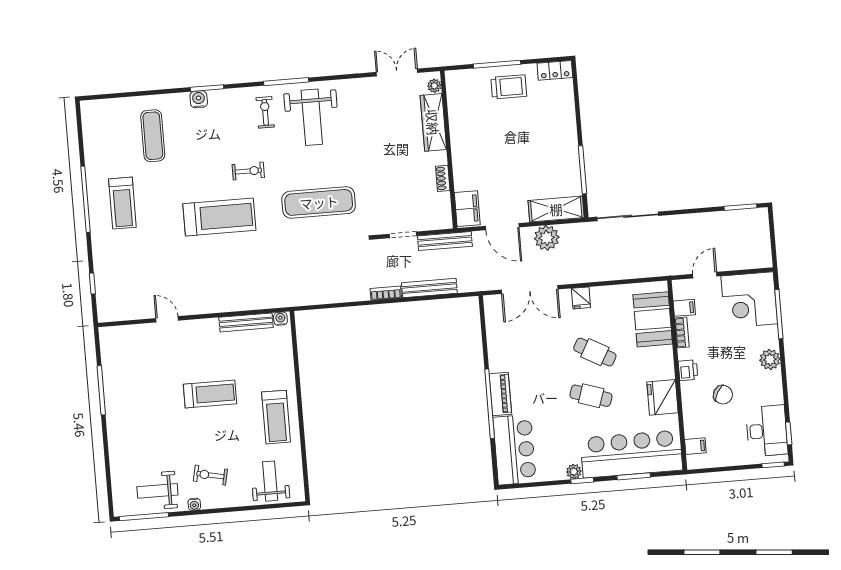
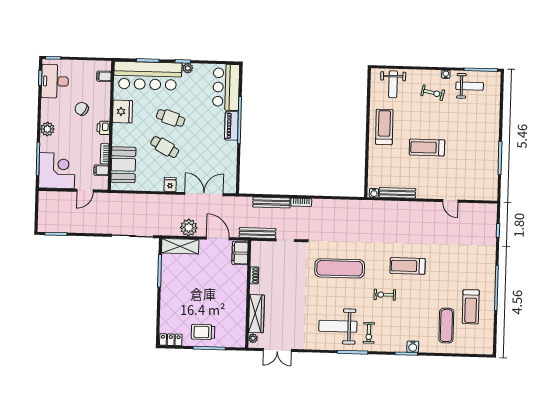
weight bench: (312, 117) -> (338, 326), turned -90
treadmill: (122, 203) -> (471, 307), moved, turned 180
treadmill: (219, 217) -> (408, 266), width x0.73, depth x0.73

